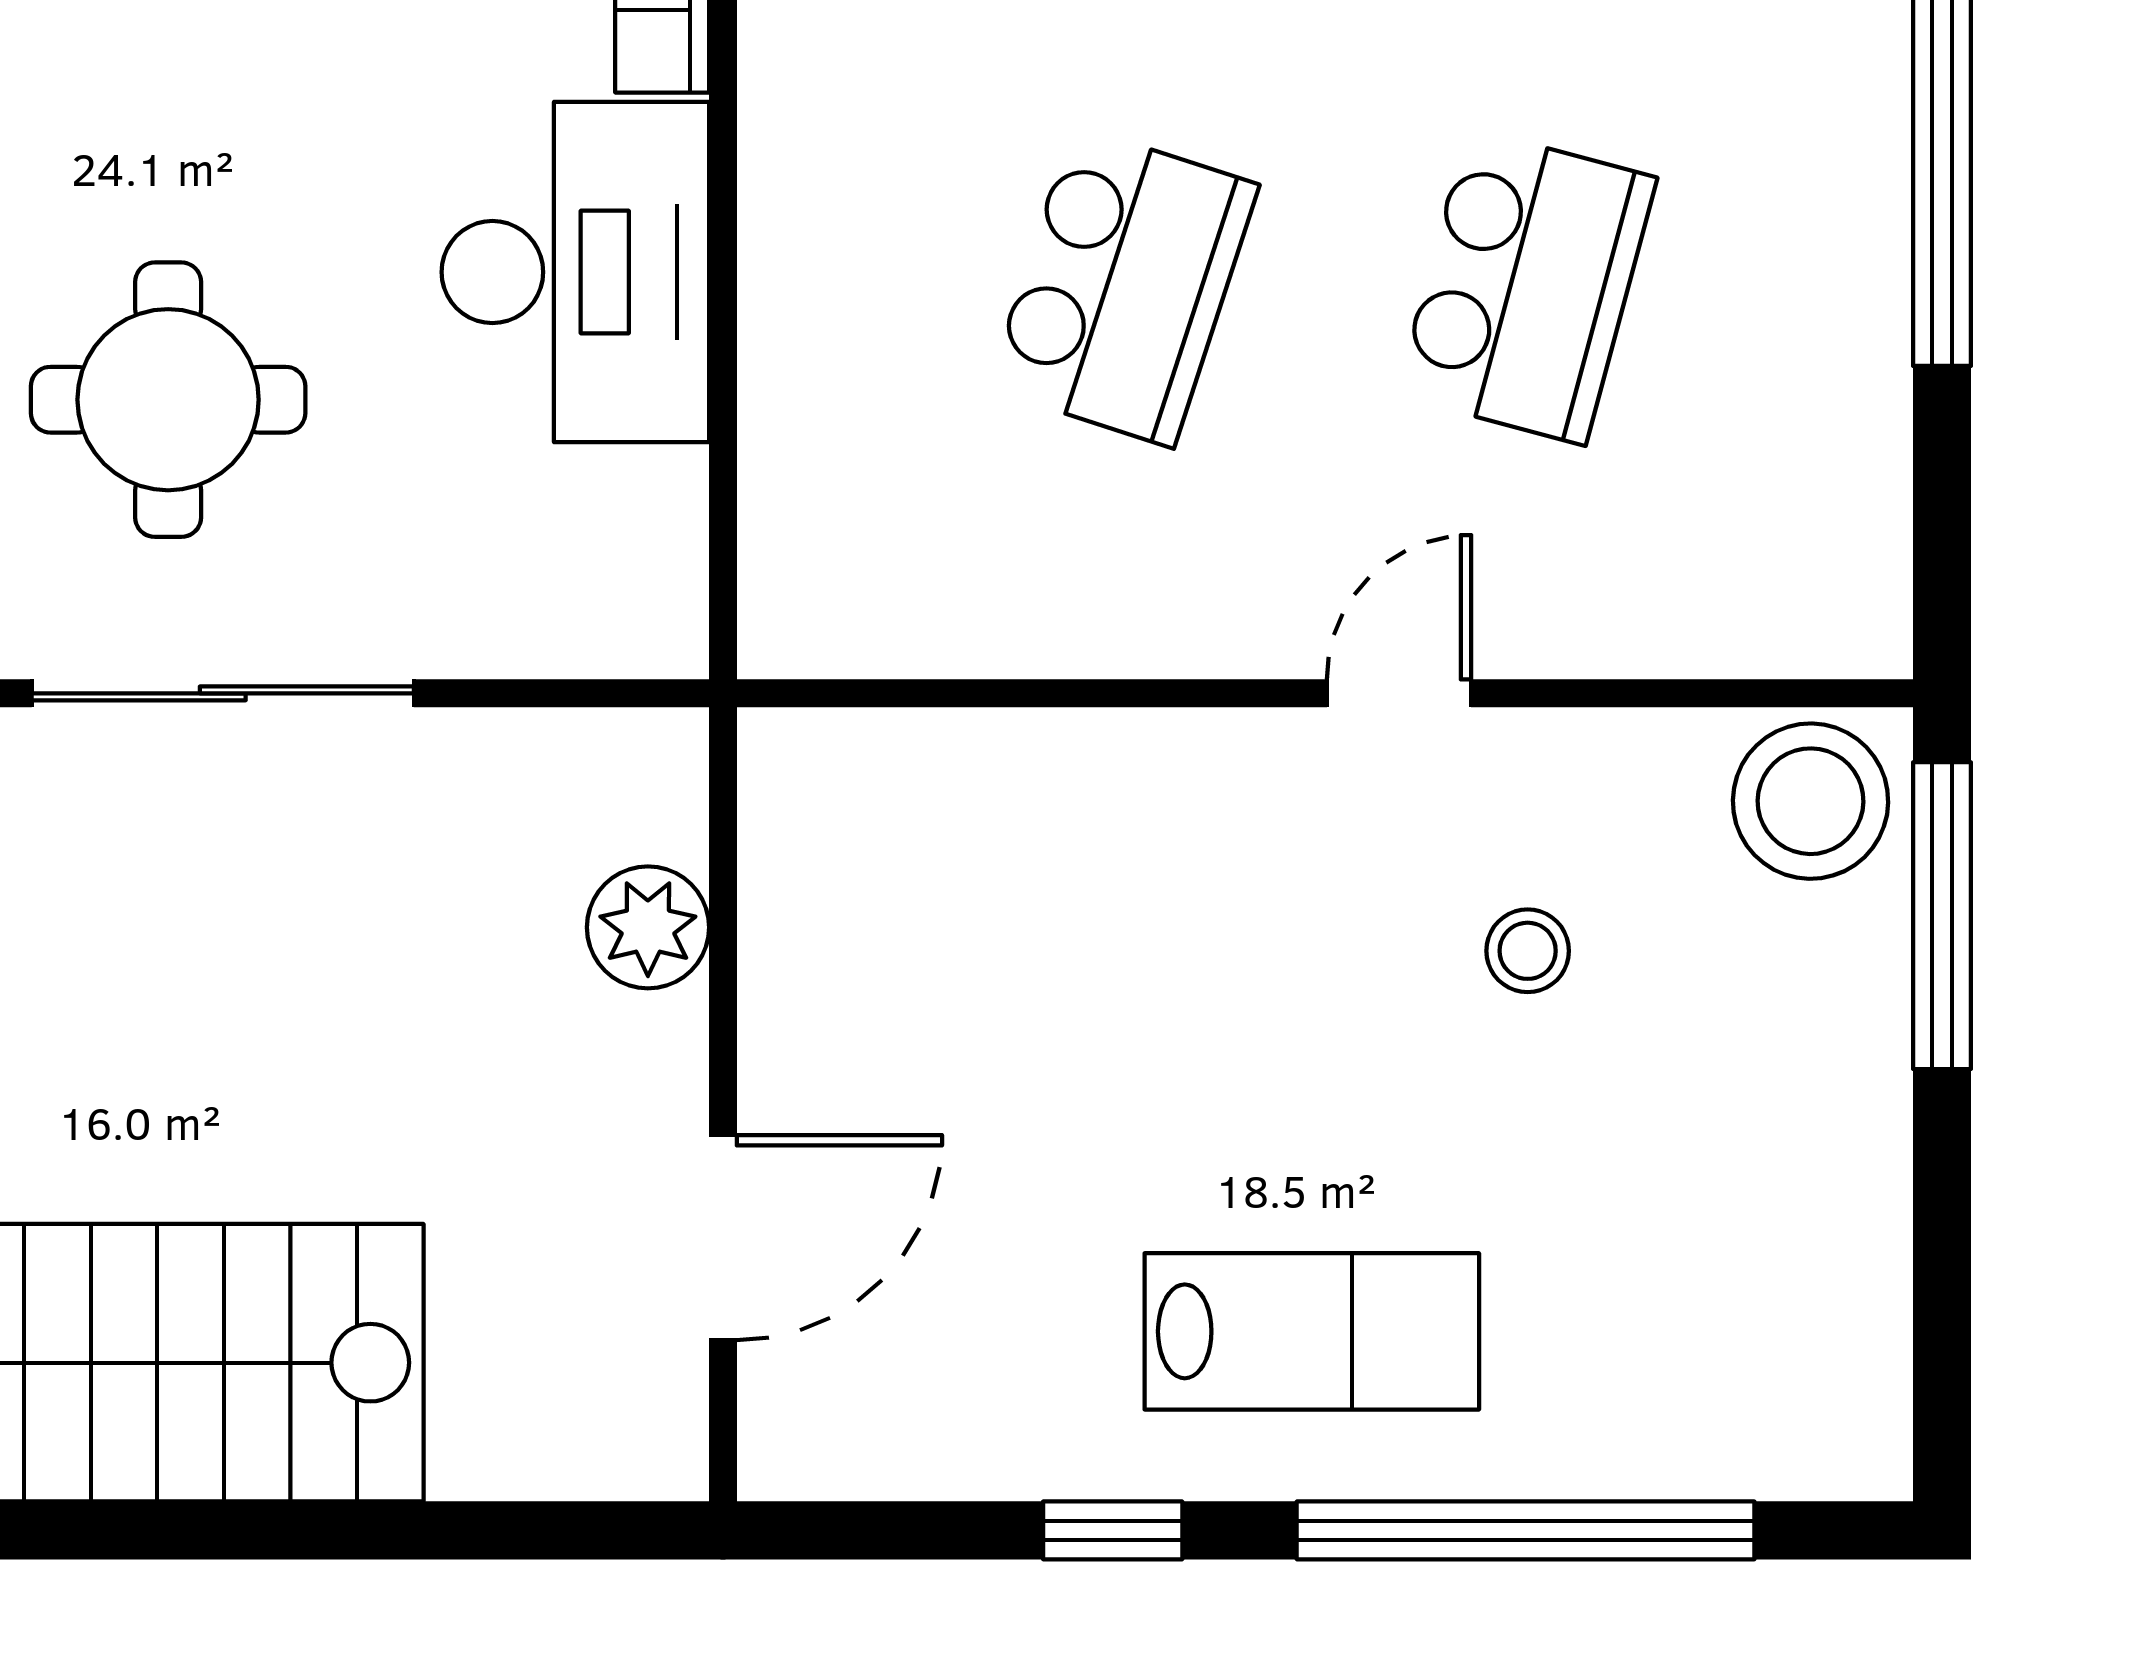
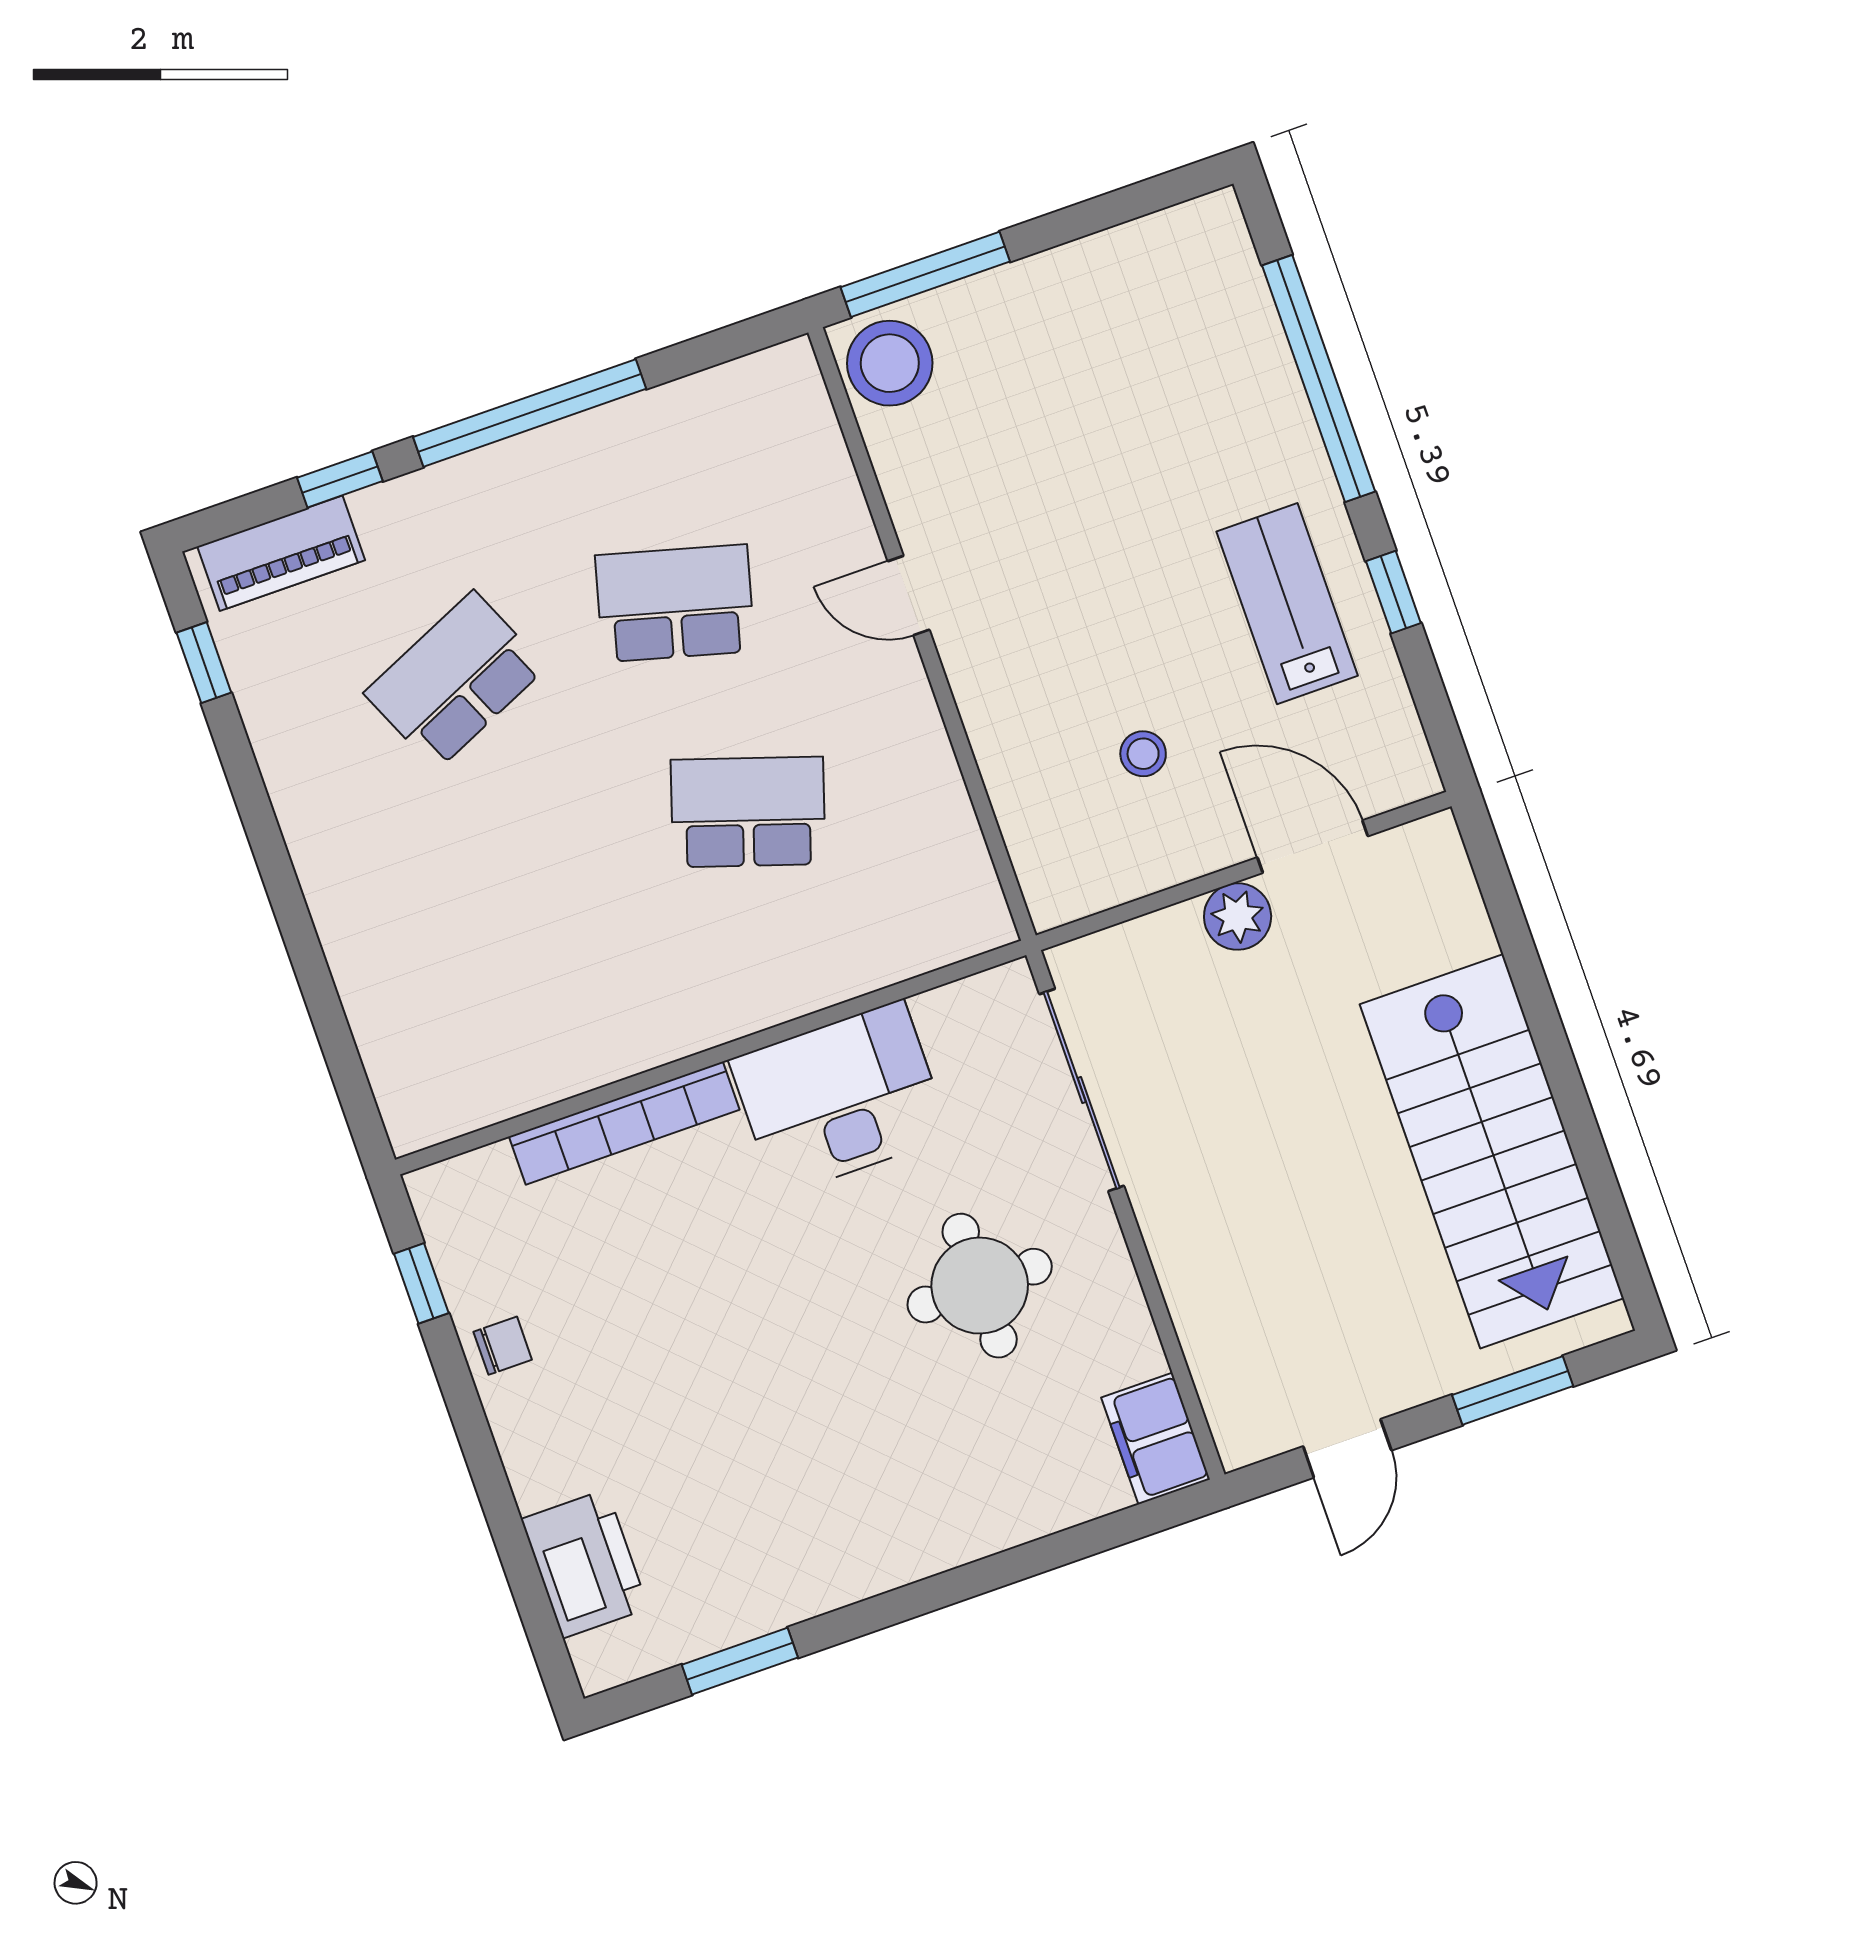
sliding door: (223, 693) -> (1082, 1090), moved
plant: (648, 927) -> (1238, 917), moved
stool: (1528, 951) -> (1143, 754), moved
lab bench: (1312, 1331) -> (1287, 604), moved

